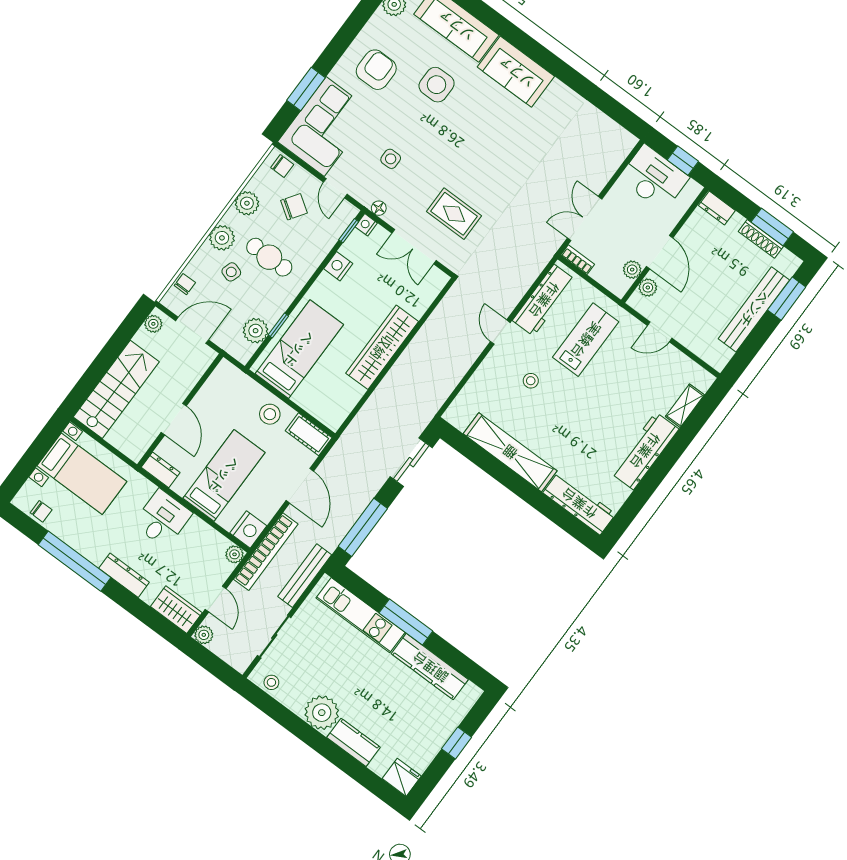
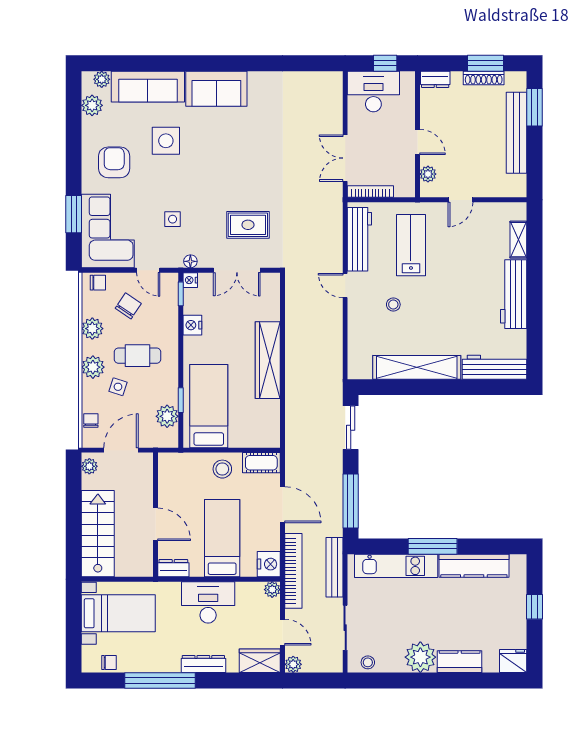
door: (660, 252) -> (417, 142), width x0.73
bookcase: (578, 260) -> (370, 192), width x1.56
plant: (632, 270) -> (407, 169), removed
desk: (163, 519) -> (208, 602), width x1.37

